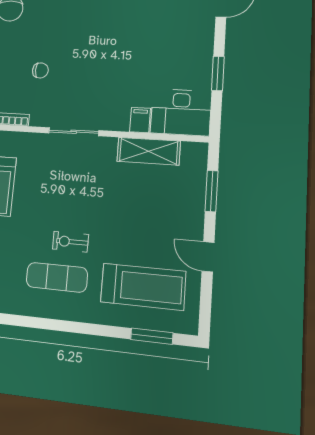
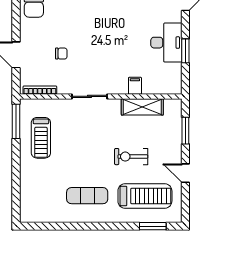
desk: (181, 112) -> (166, 43), moved, turned -90
exercise bike: (70, 242) -> (131, 157), moved, width x1.38, depth x1.39

